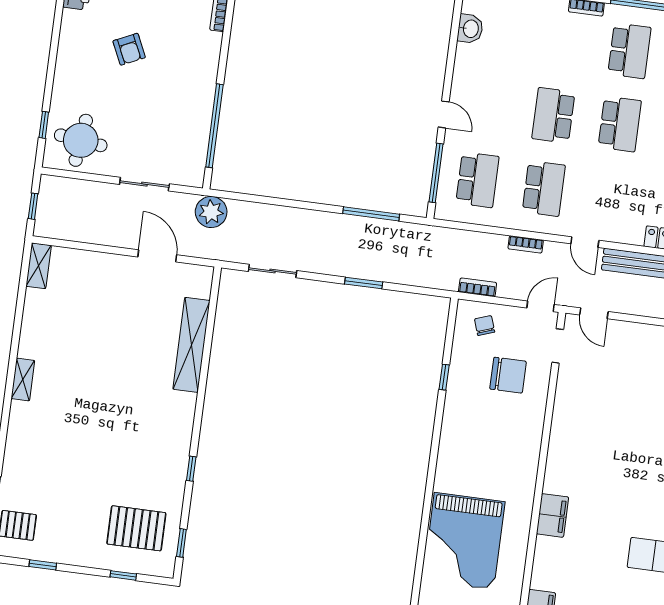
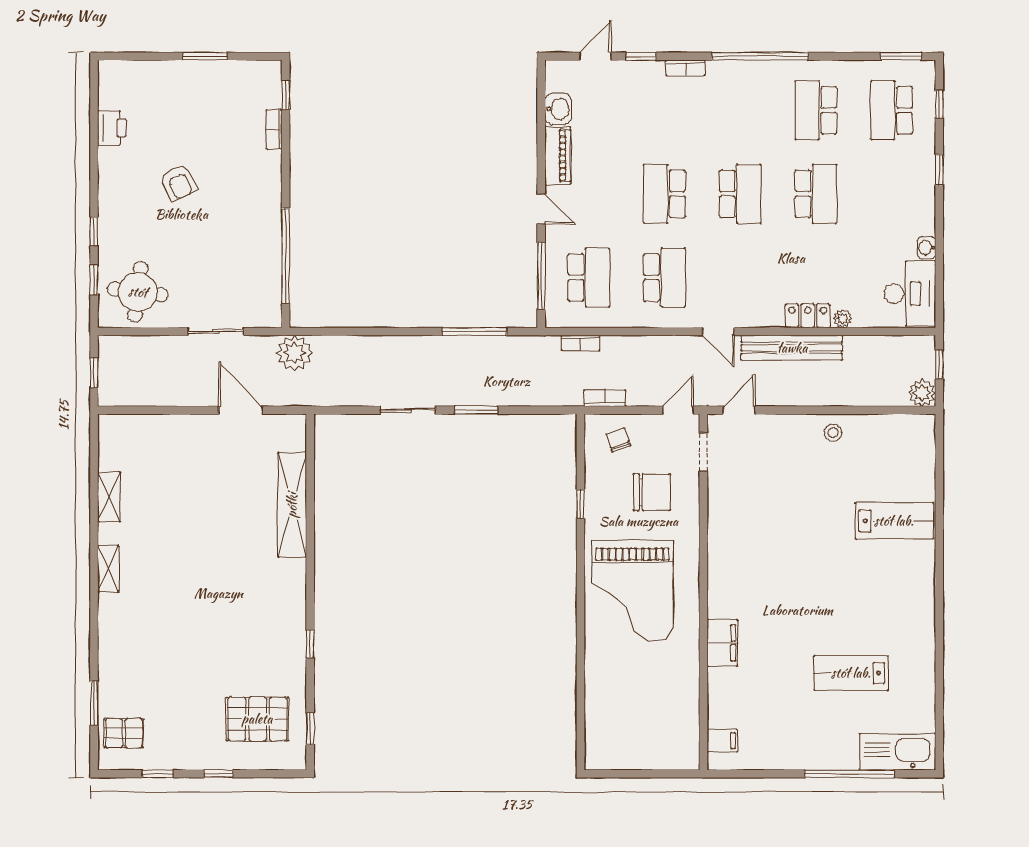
school desk: (629, 51) -> (740, 110), removed
piano: (464, 70) -> (558, 156), added
window: (49, 82) -> (94, 231), added
bookcase: (526, 244) -> (580, 343), moved
shelving: (39, 266) -> (109, 497), moved
sliding door: (273, 271) -> (408, 410), moved
door: (594, 313) -> (739, 410), swing flipped
grand piano: (464, 541) -> (633, 591), moved
window: (123, 575) -> (219, 774), moved

